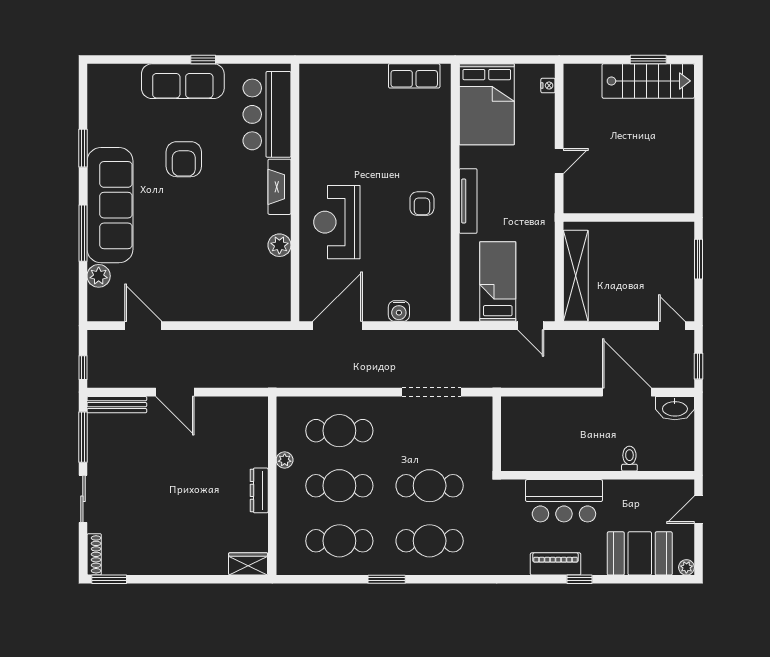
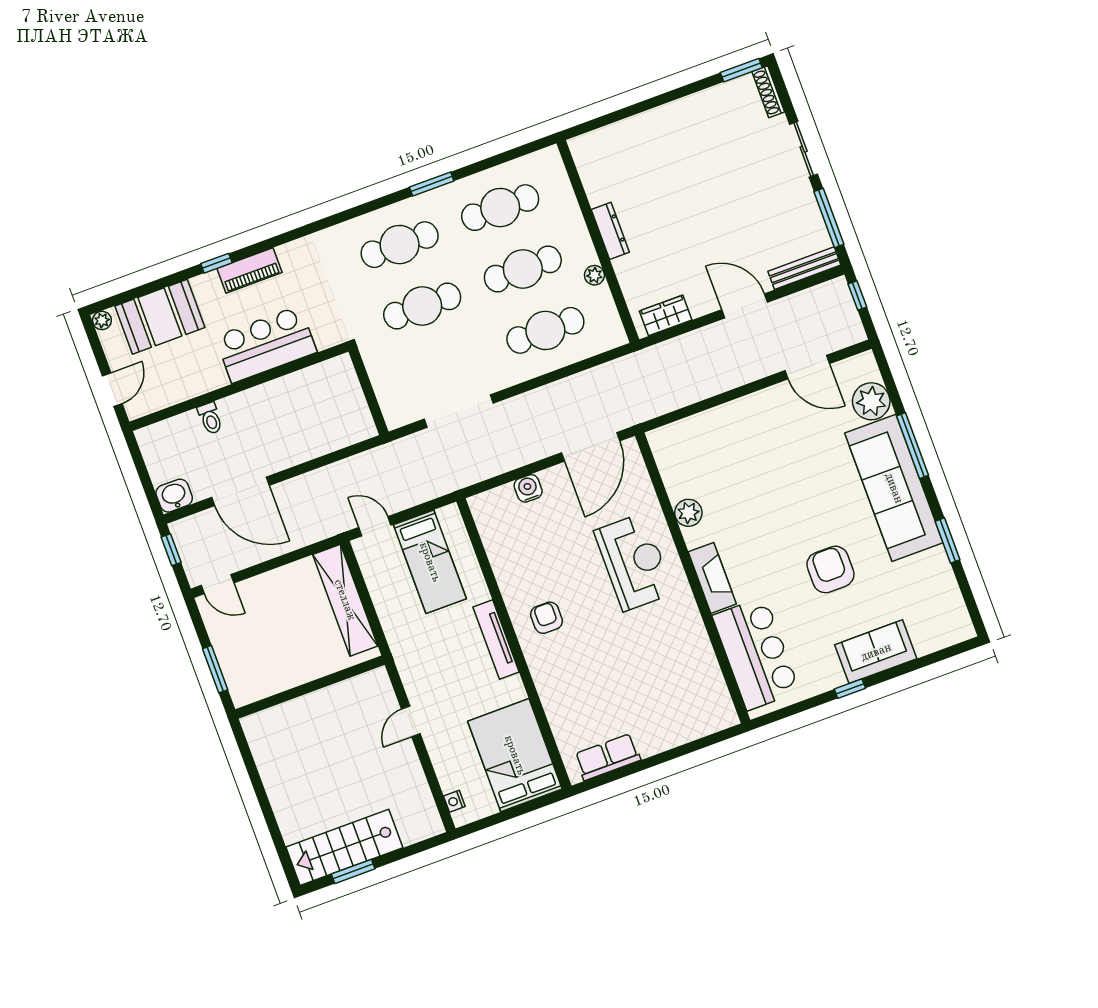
sofa: (183, 81) -> (876, 652), width x0.73
plant: (99, 276) -> (871, 401), width x1.36, depth x1.36
washbasin: (675, 408) -> (174, 496), width x0.72
wardrobe: (248, 564) -> (666, 315), moved, turned 180

